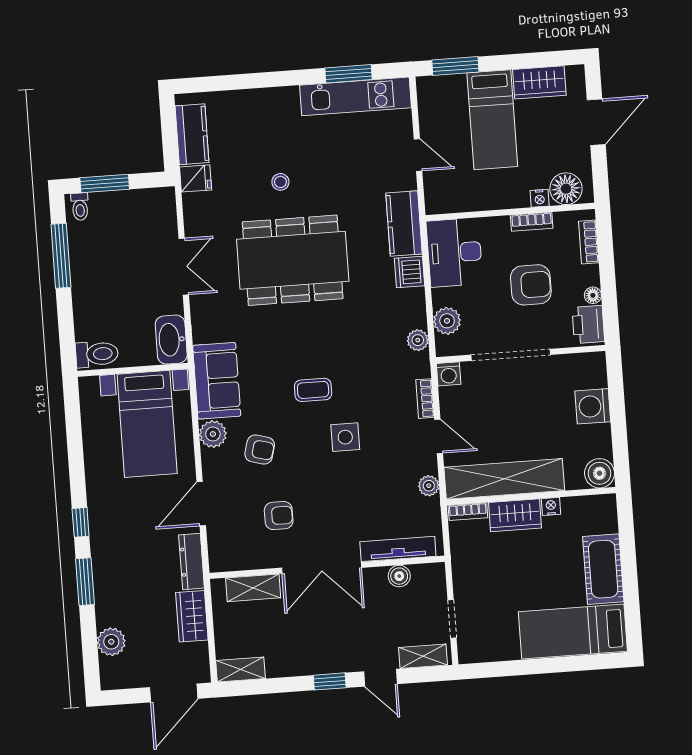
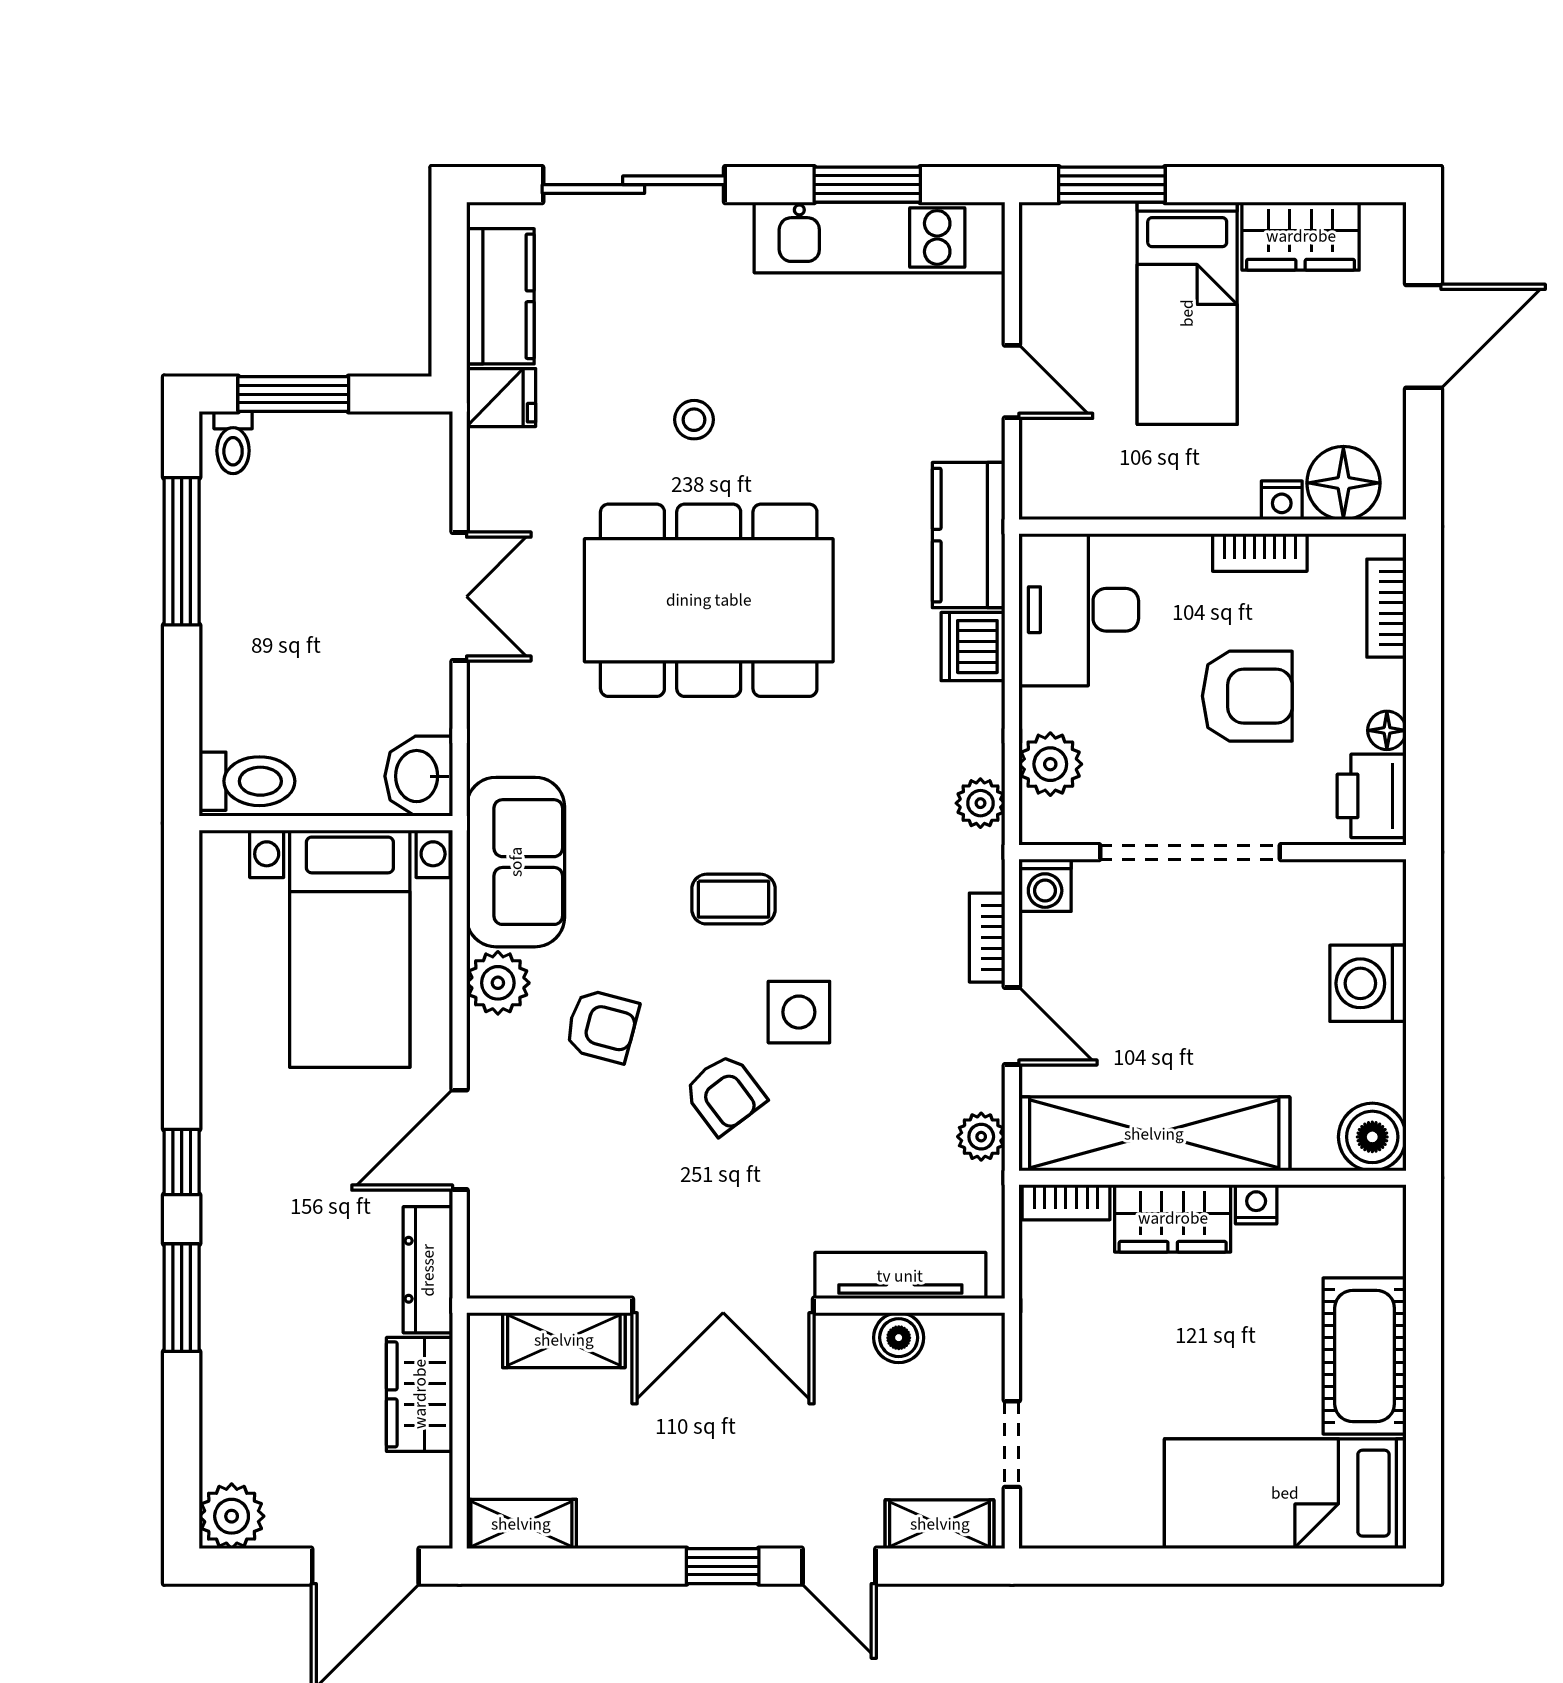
sliding door: (247, 81) -> (634, 185), added
washbasin: (171, 340) -> (419, 776), width x0.72
armchair: (279, 516) -> (725, 1094), moved, turned 53
plant: (111, 642) -> (232, 1516), moved

